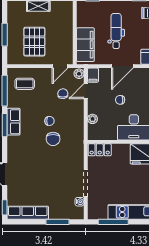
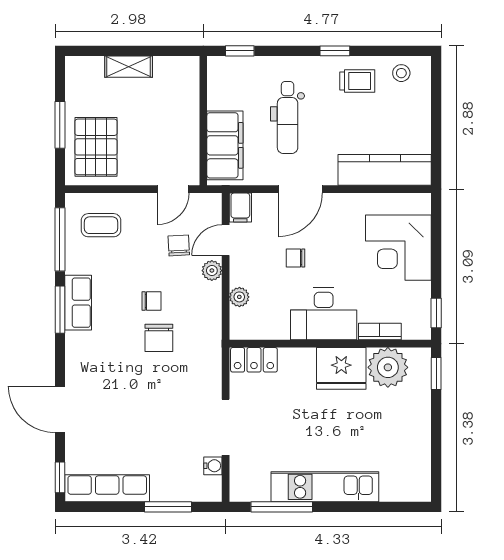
dental chair: (116, 31) -> (288, 118), turned 180
pallet: (34, 42) -> (96, 147), moved
plant: (79, 74) -> (212, 271), moved

